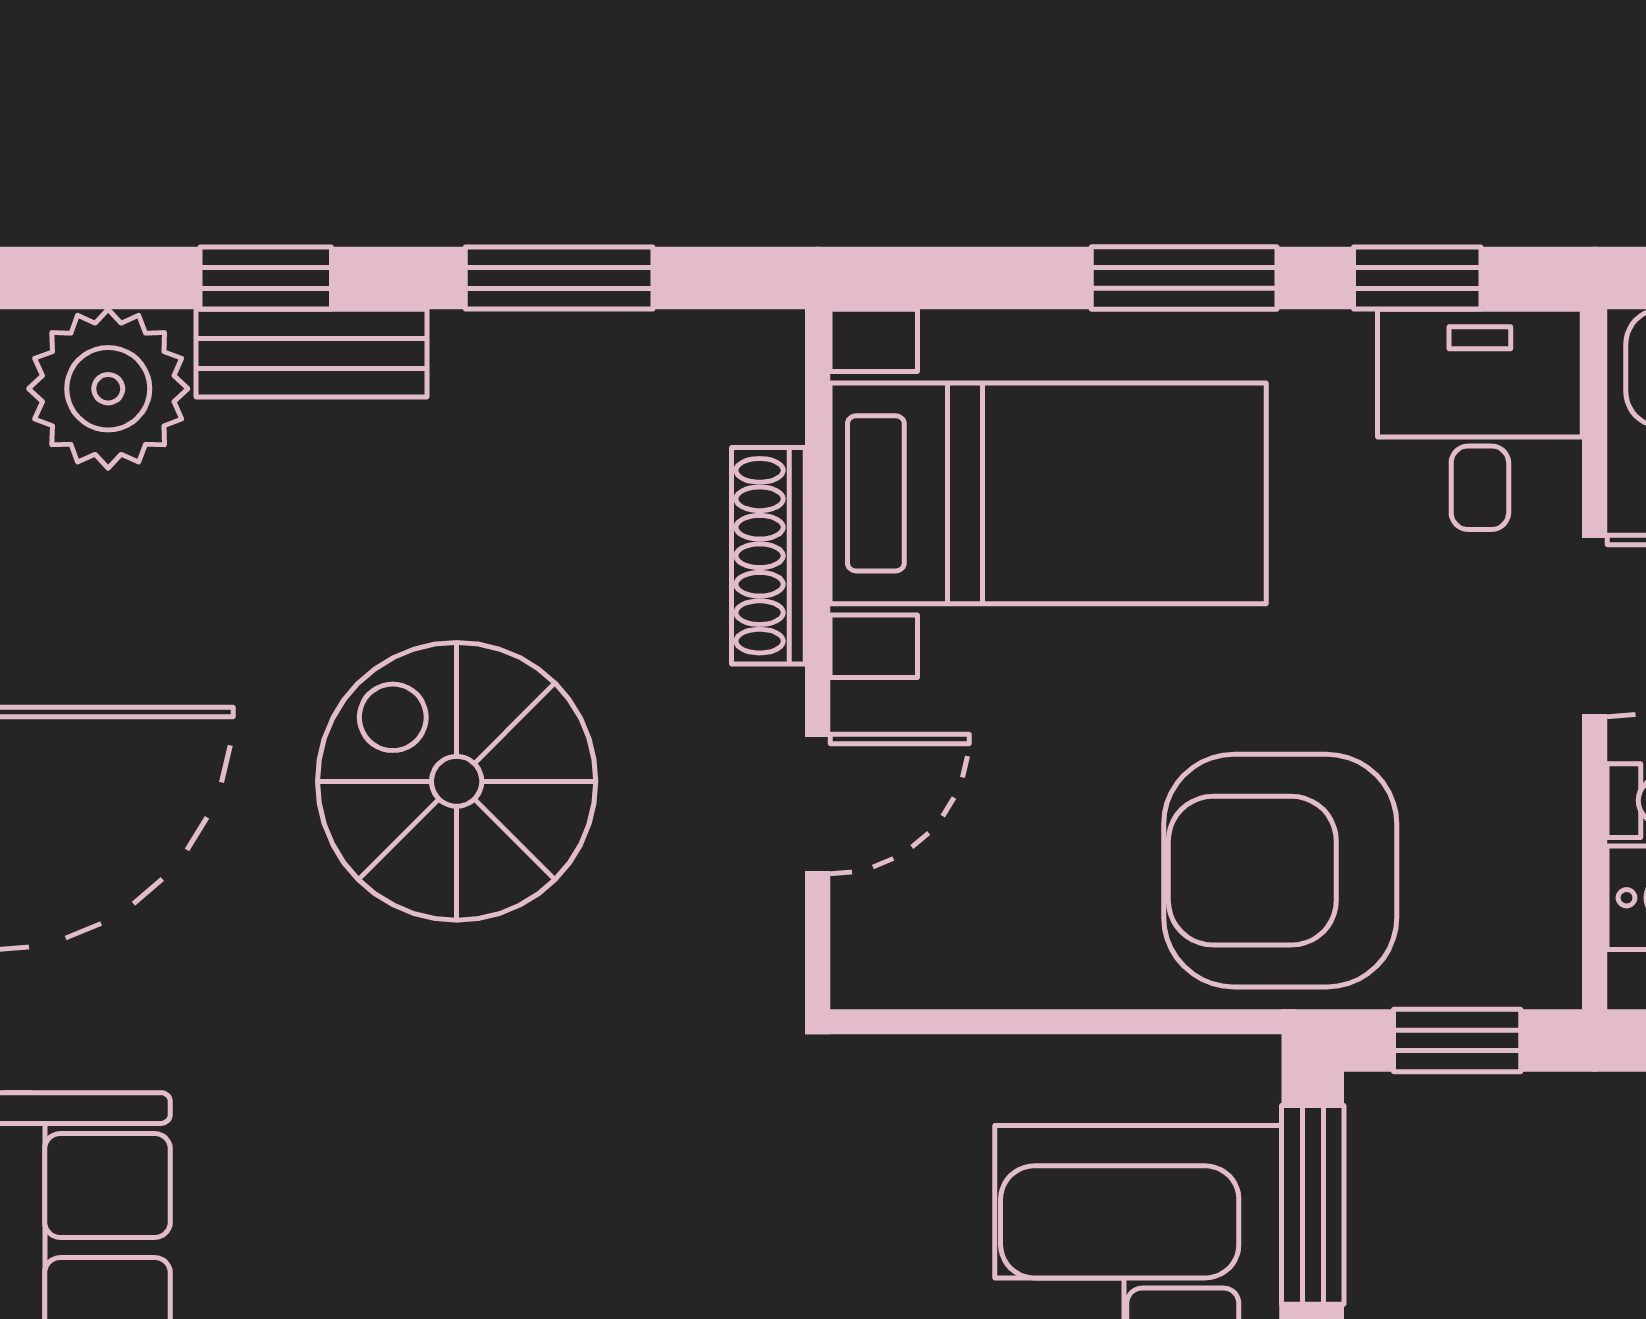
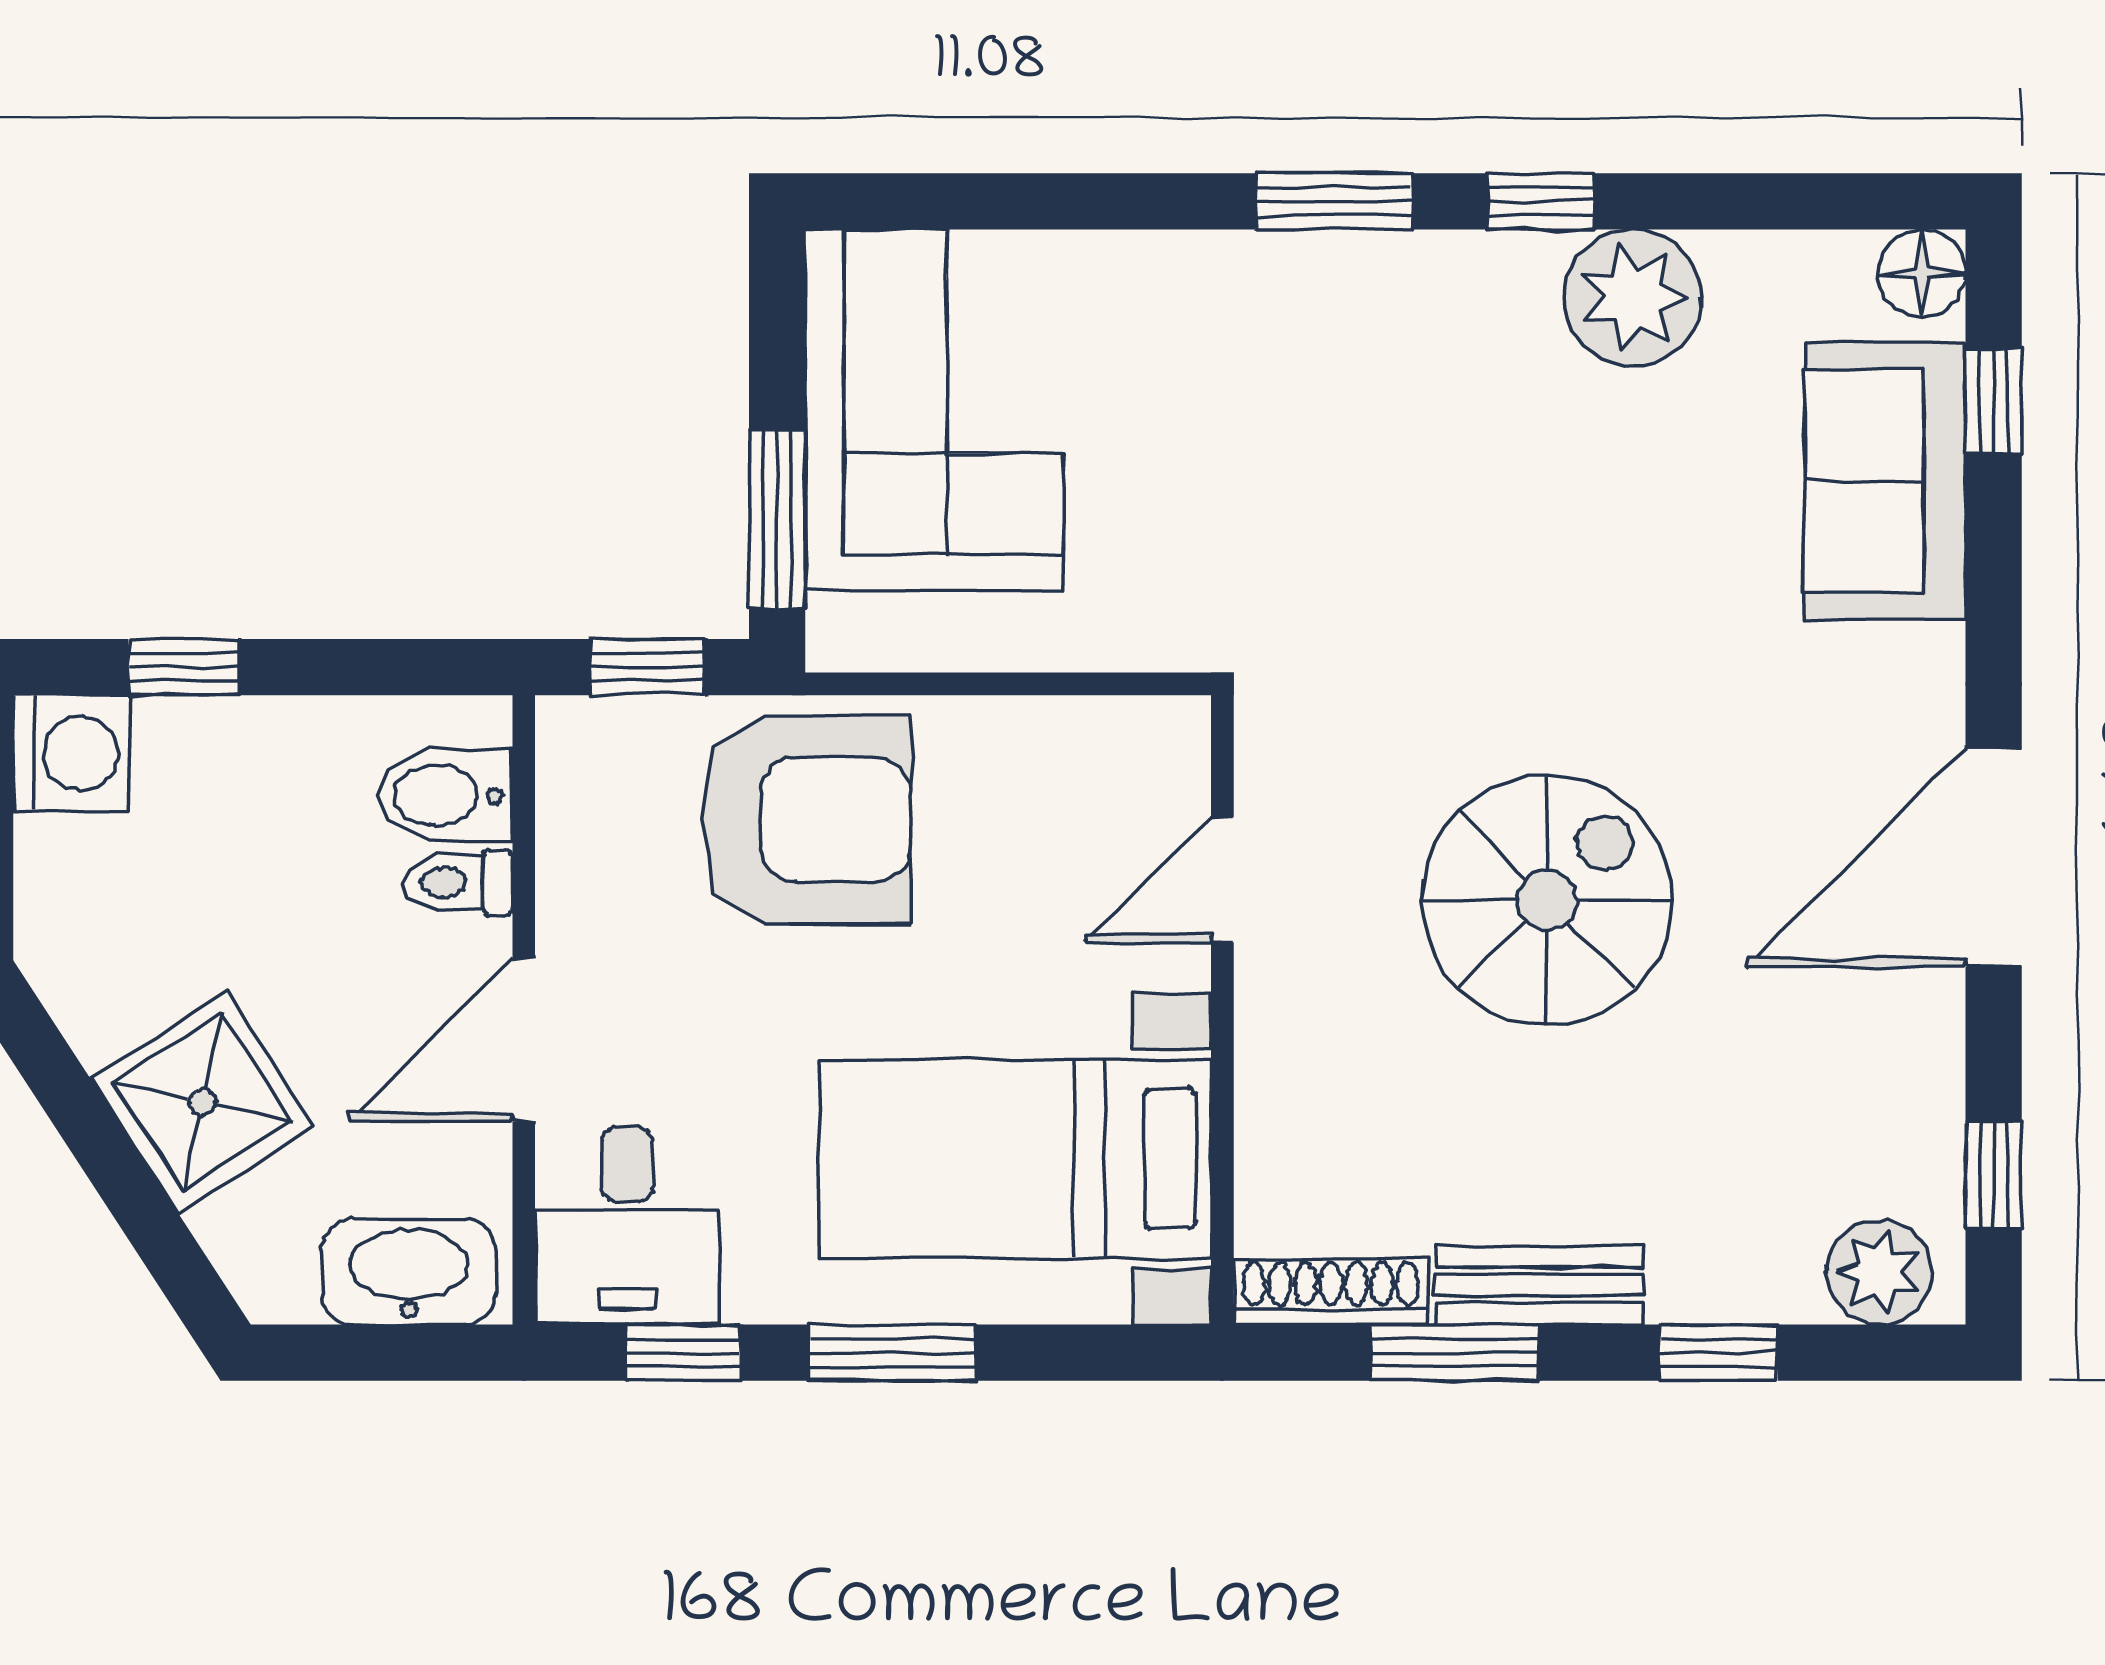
bench: (311, 353) -> (1539, 1285), moved
plant: (108, 389) -> (1879, 1272), width x0.73, depth x0.73
shoe rack: (768, 556) -> (1331, 1292), moved, turned -90
spiral stairs: (457, 781) -> (1547, 900), turned -90

